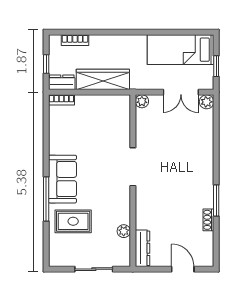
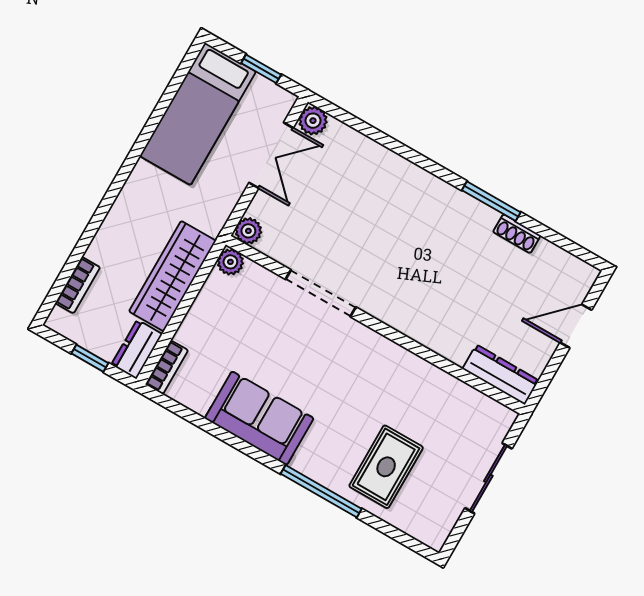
doorway: (133, 167) -> (321, 293), moved
sofa: (62, 179) -> (259, 418), moved
plant: (124, 231) -> (230, 262), moved

